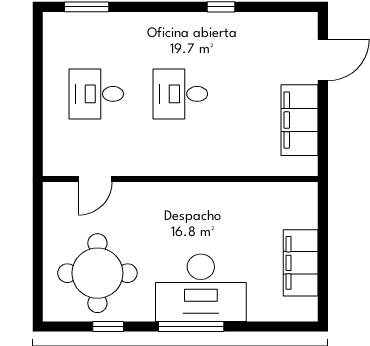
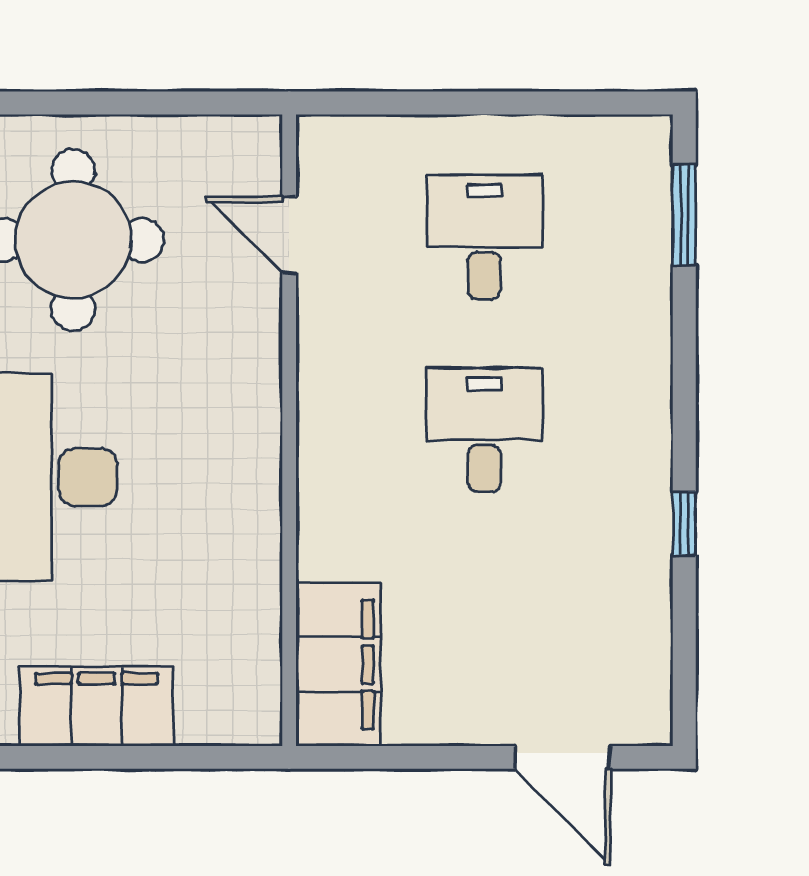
filing cabinet: (300, 120) -> (338, 665), moved, turned 90

